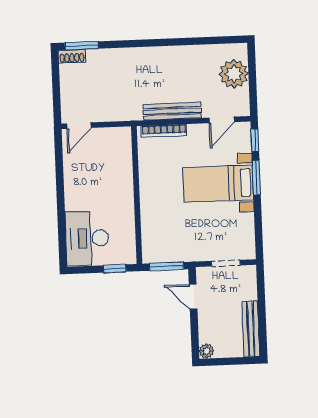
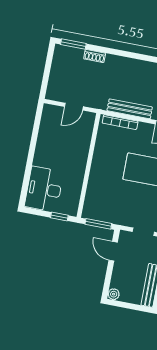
shoe rack: (72, 56) -> (95, 56), moved
door: (79, 126) -> (74, 107), moved

